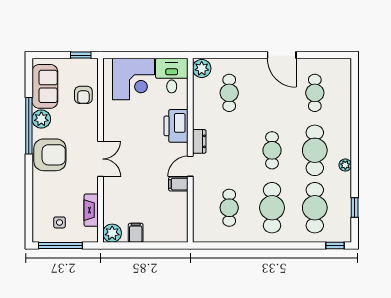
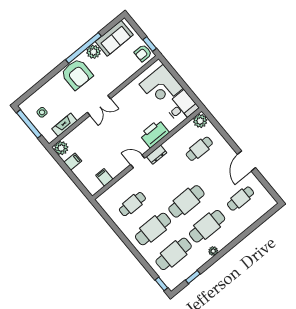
armchair: (83, 95) -> (143, 53), moved
cafe table: (272, 150) -> (186, 201), width x1.37, depth x1.35
filing cabinet: (178, 184) -> (104, 177), moved

